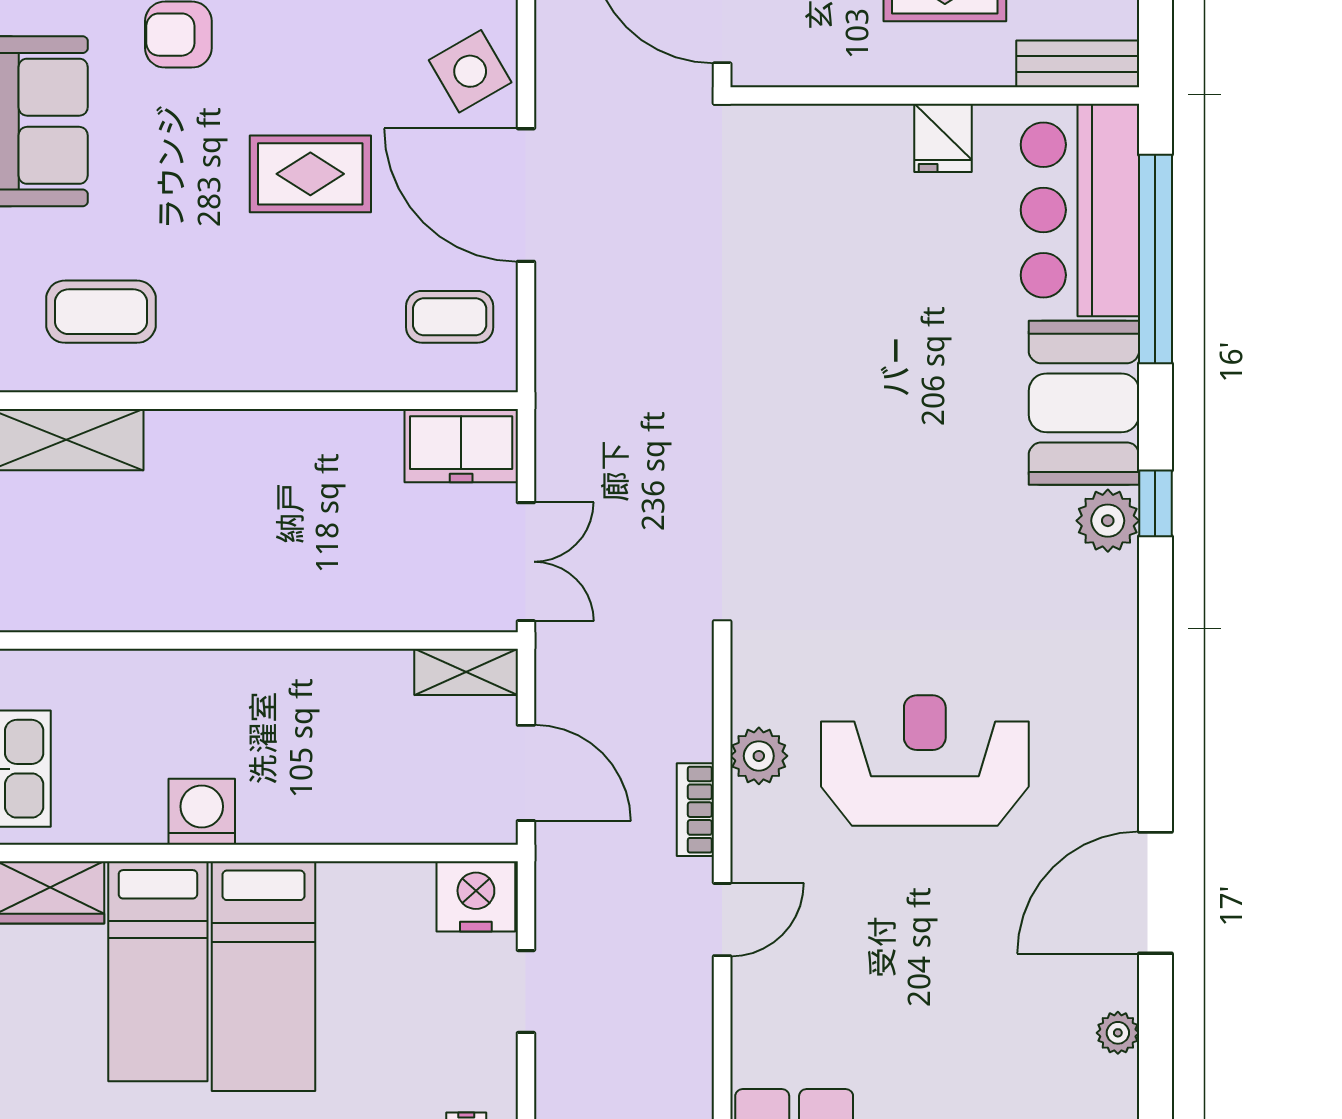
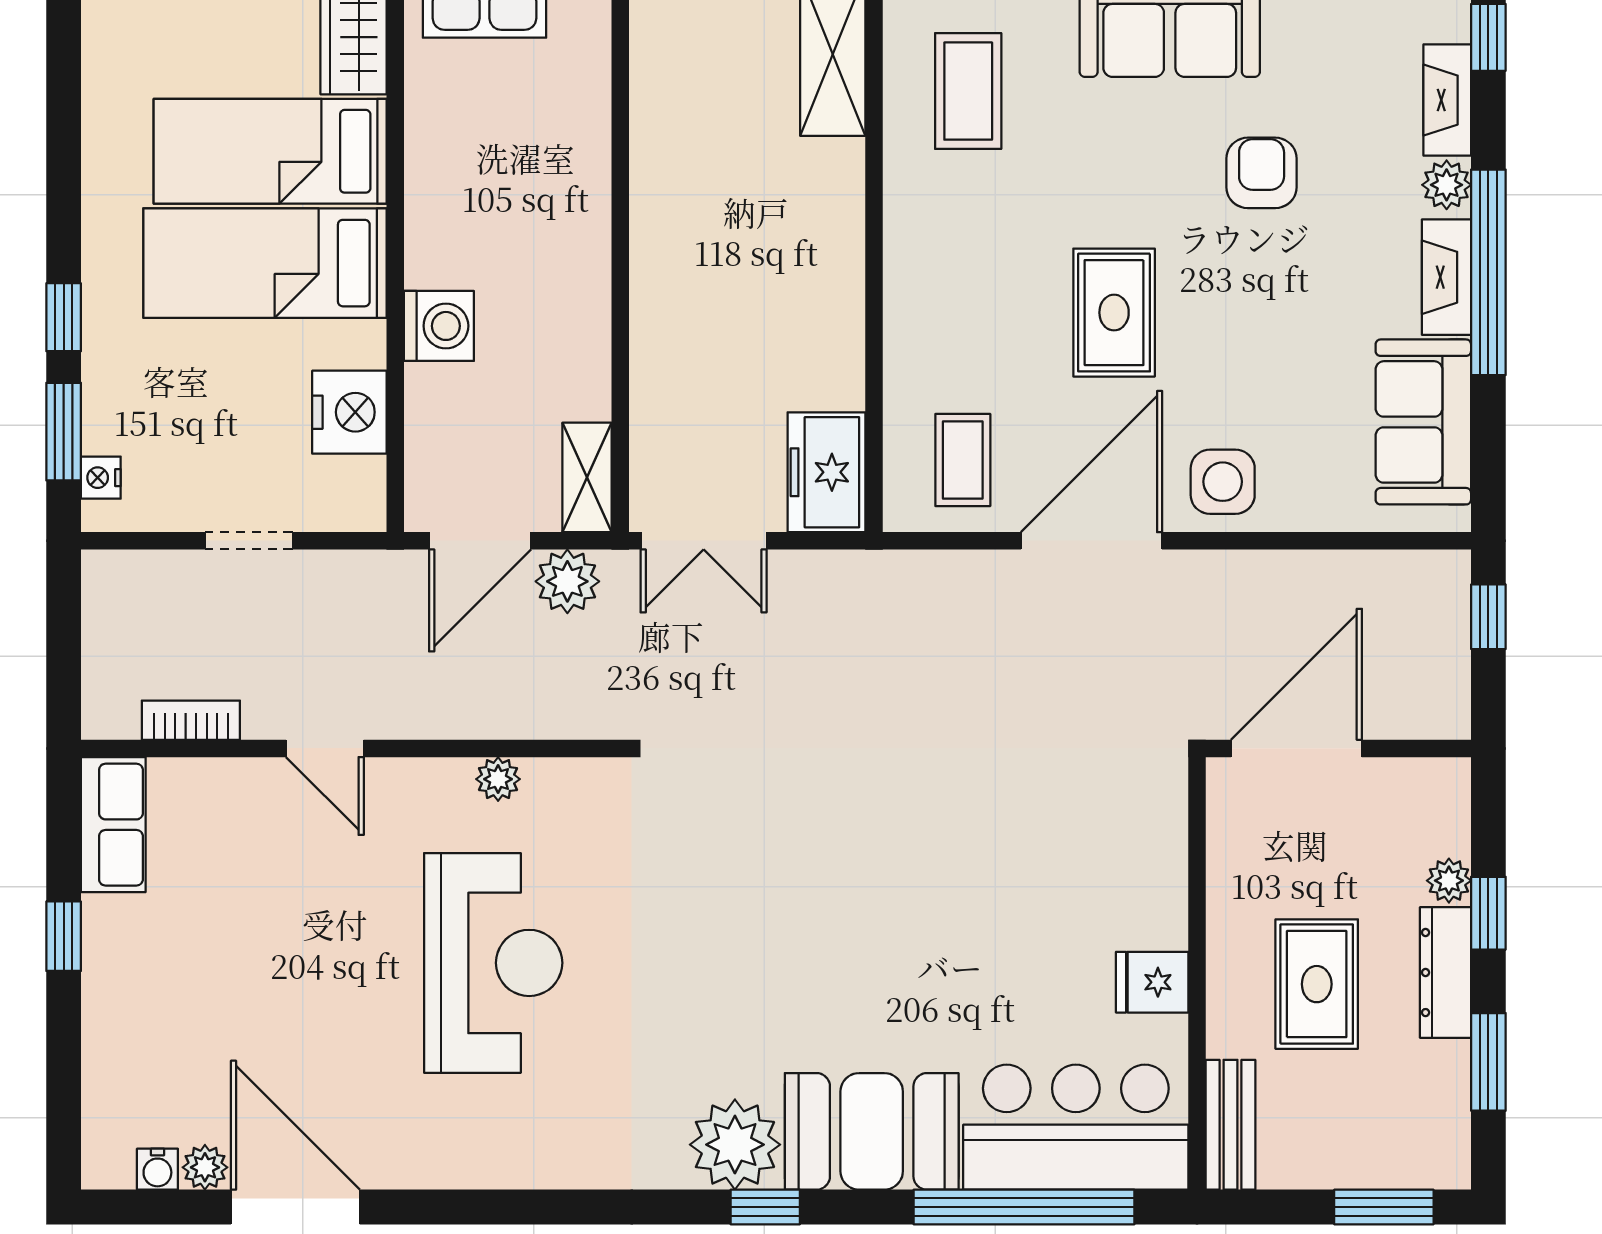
side table: (470, 71) -> (1223, 482), turned 30
plant: (1108, 521) -> (735, 1145), width x1.36, depth x1.36
plant: (564, 690) -> (567, 581), added
plant: (759, 756) -> (498, 779), width x0.73, depth x0.73
bookcase: (695, 810) -> (191, 720), moved
washing machine: (202, 812) -> (439, 326), moved
door: (1155, 893) -> (295, 1207), moved
nightstand: (476, 896) -> (349, 412), moved
water cooler: (1120, 1078) -> (157, 1169), added

